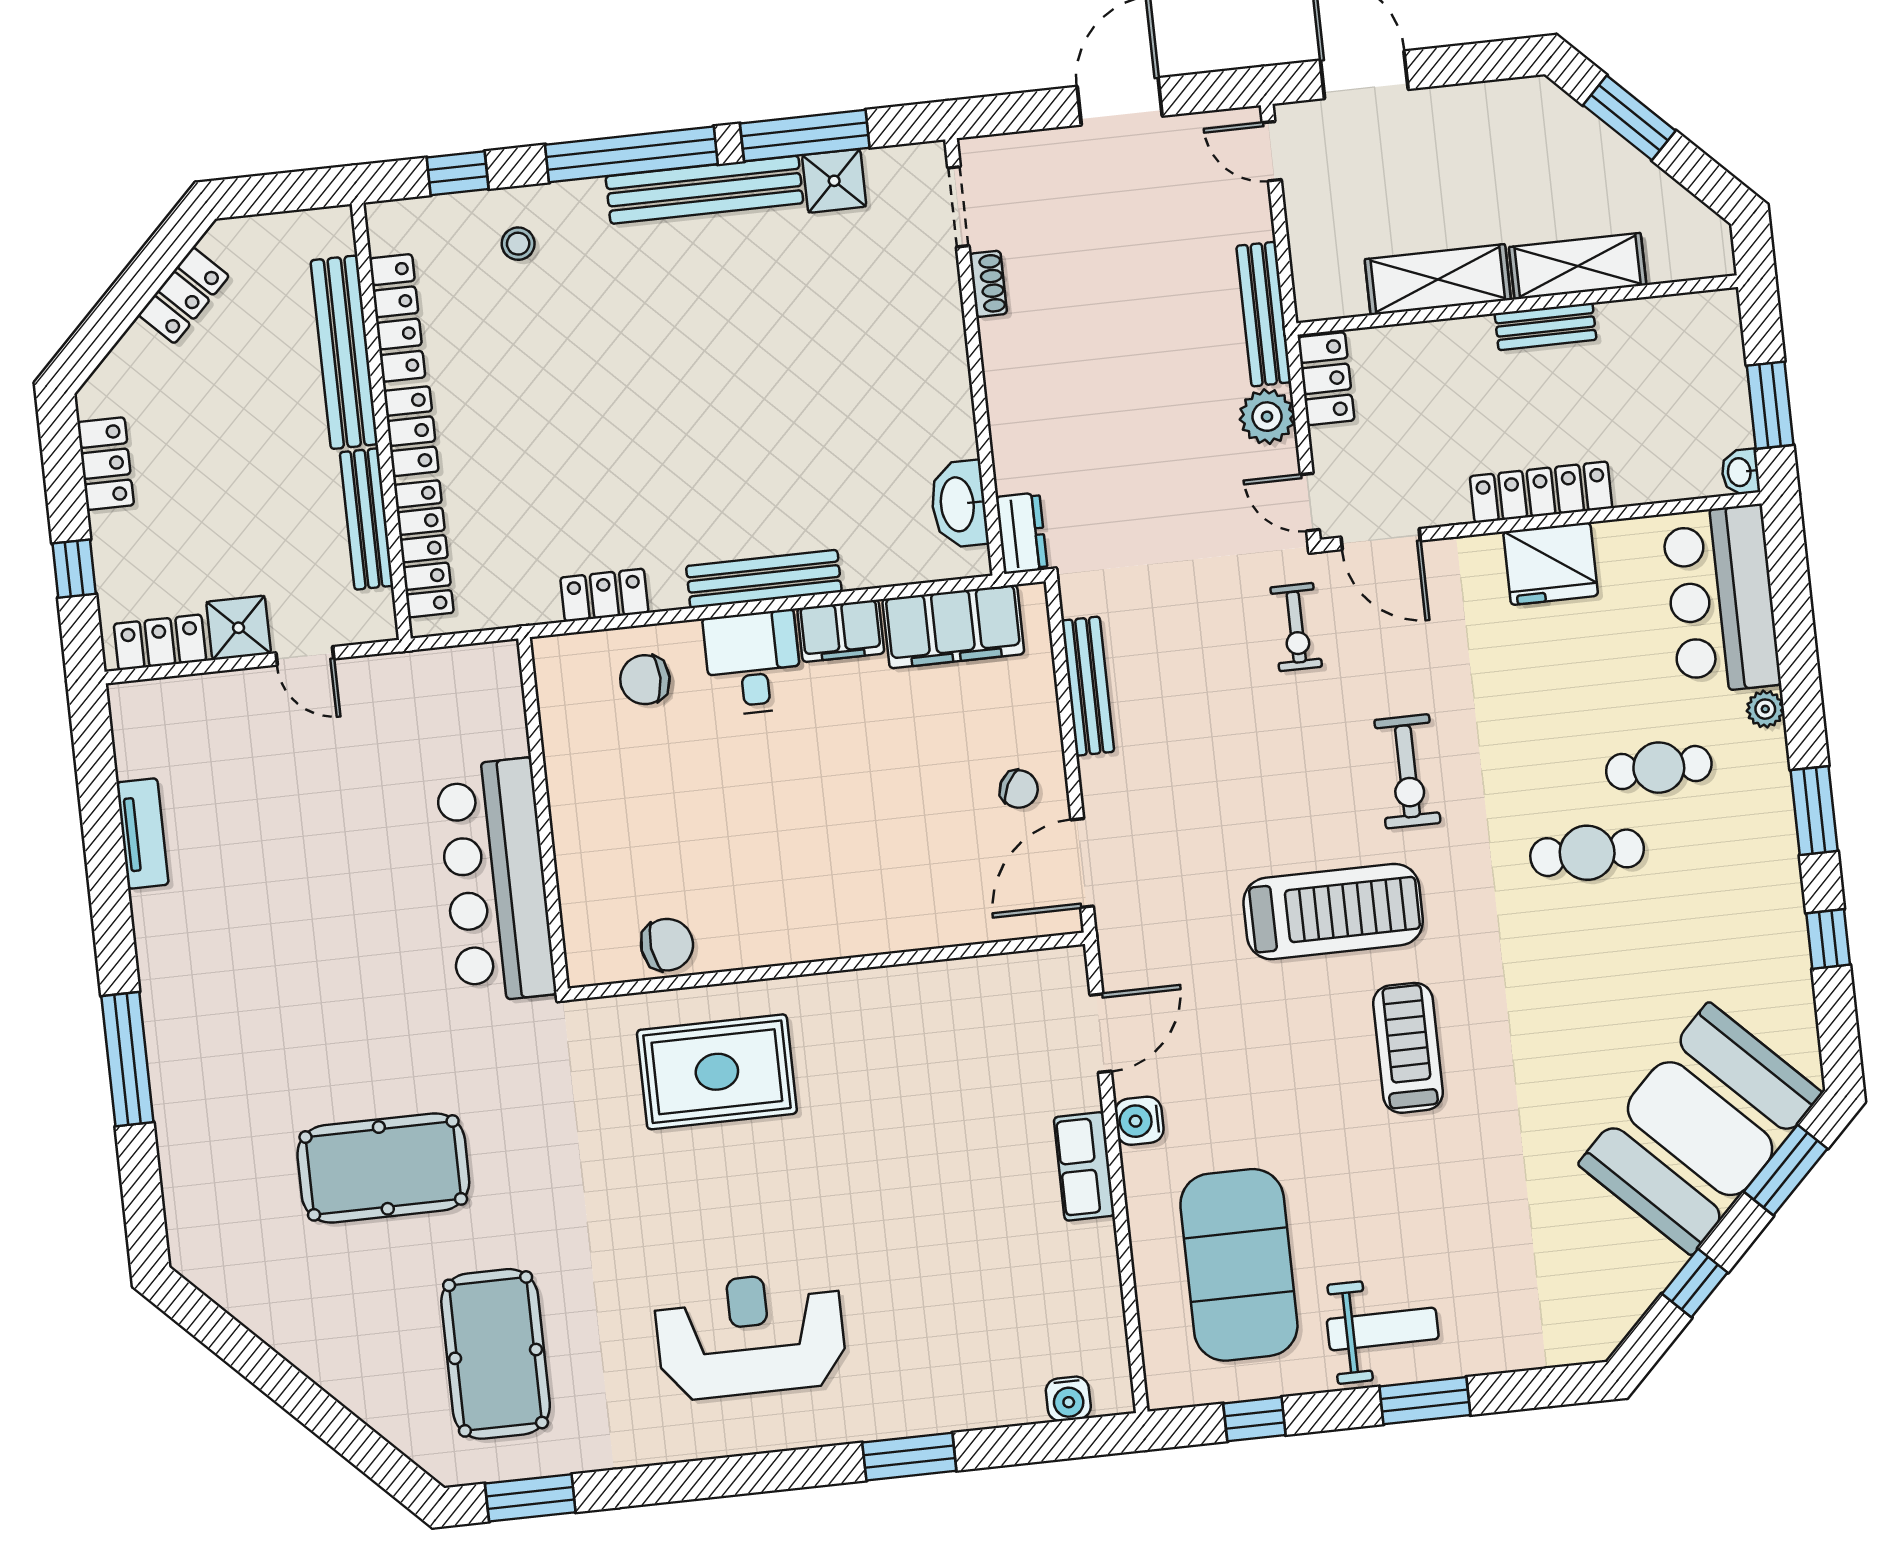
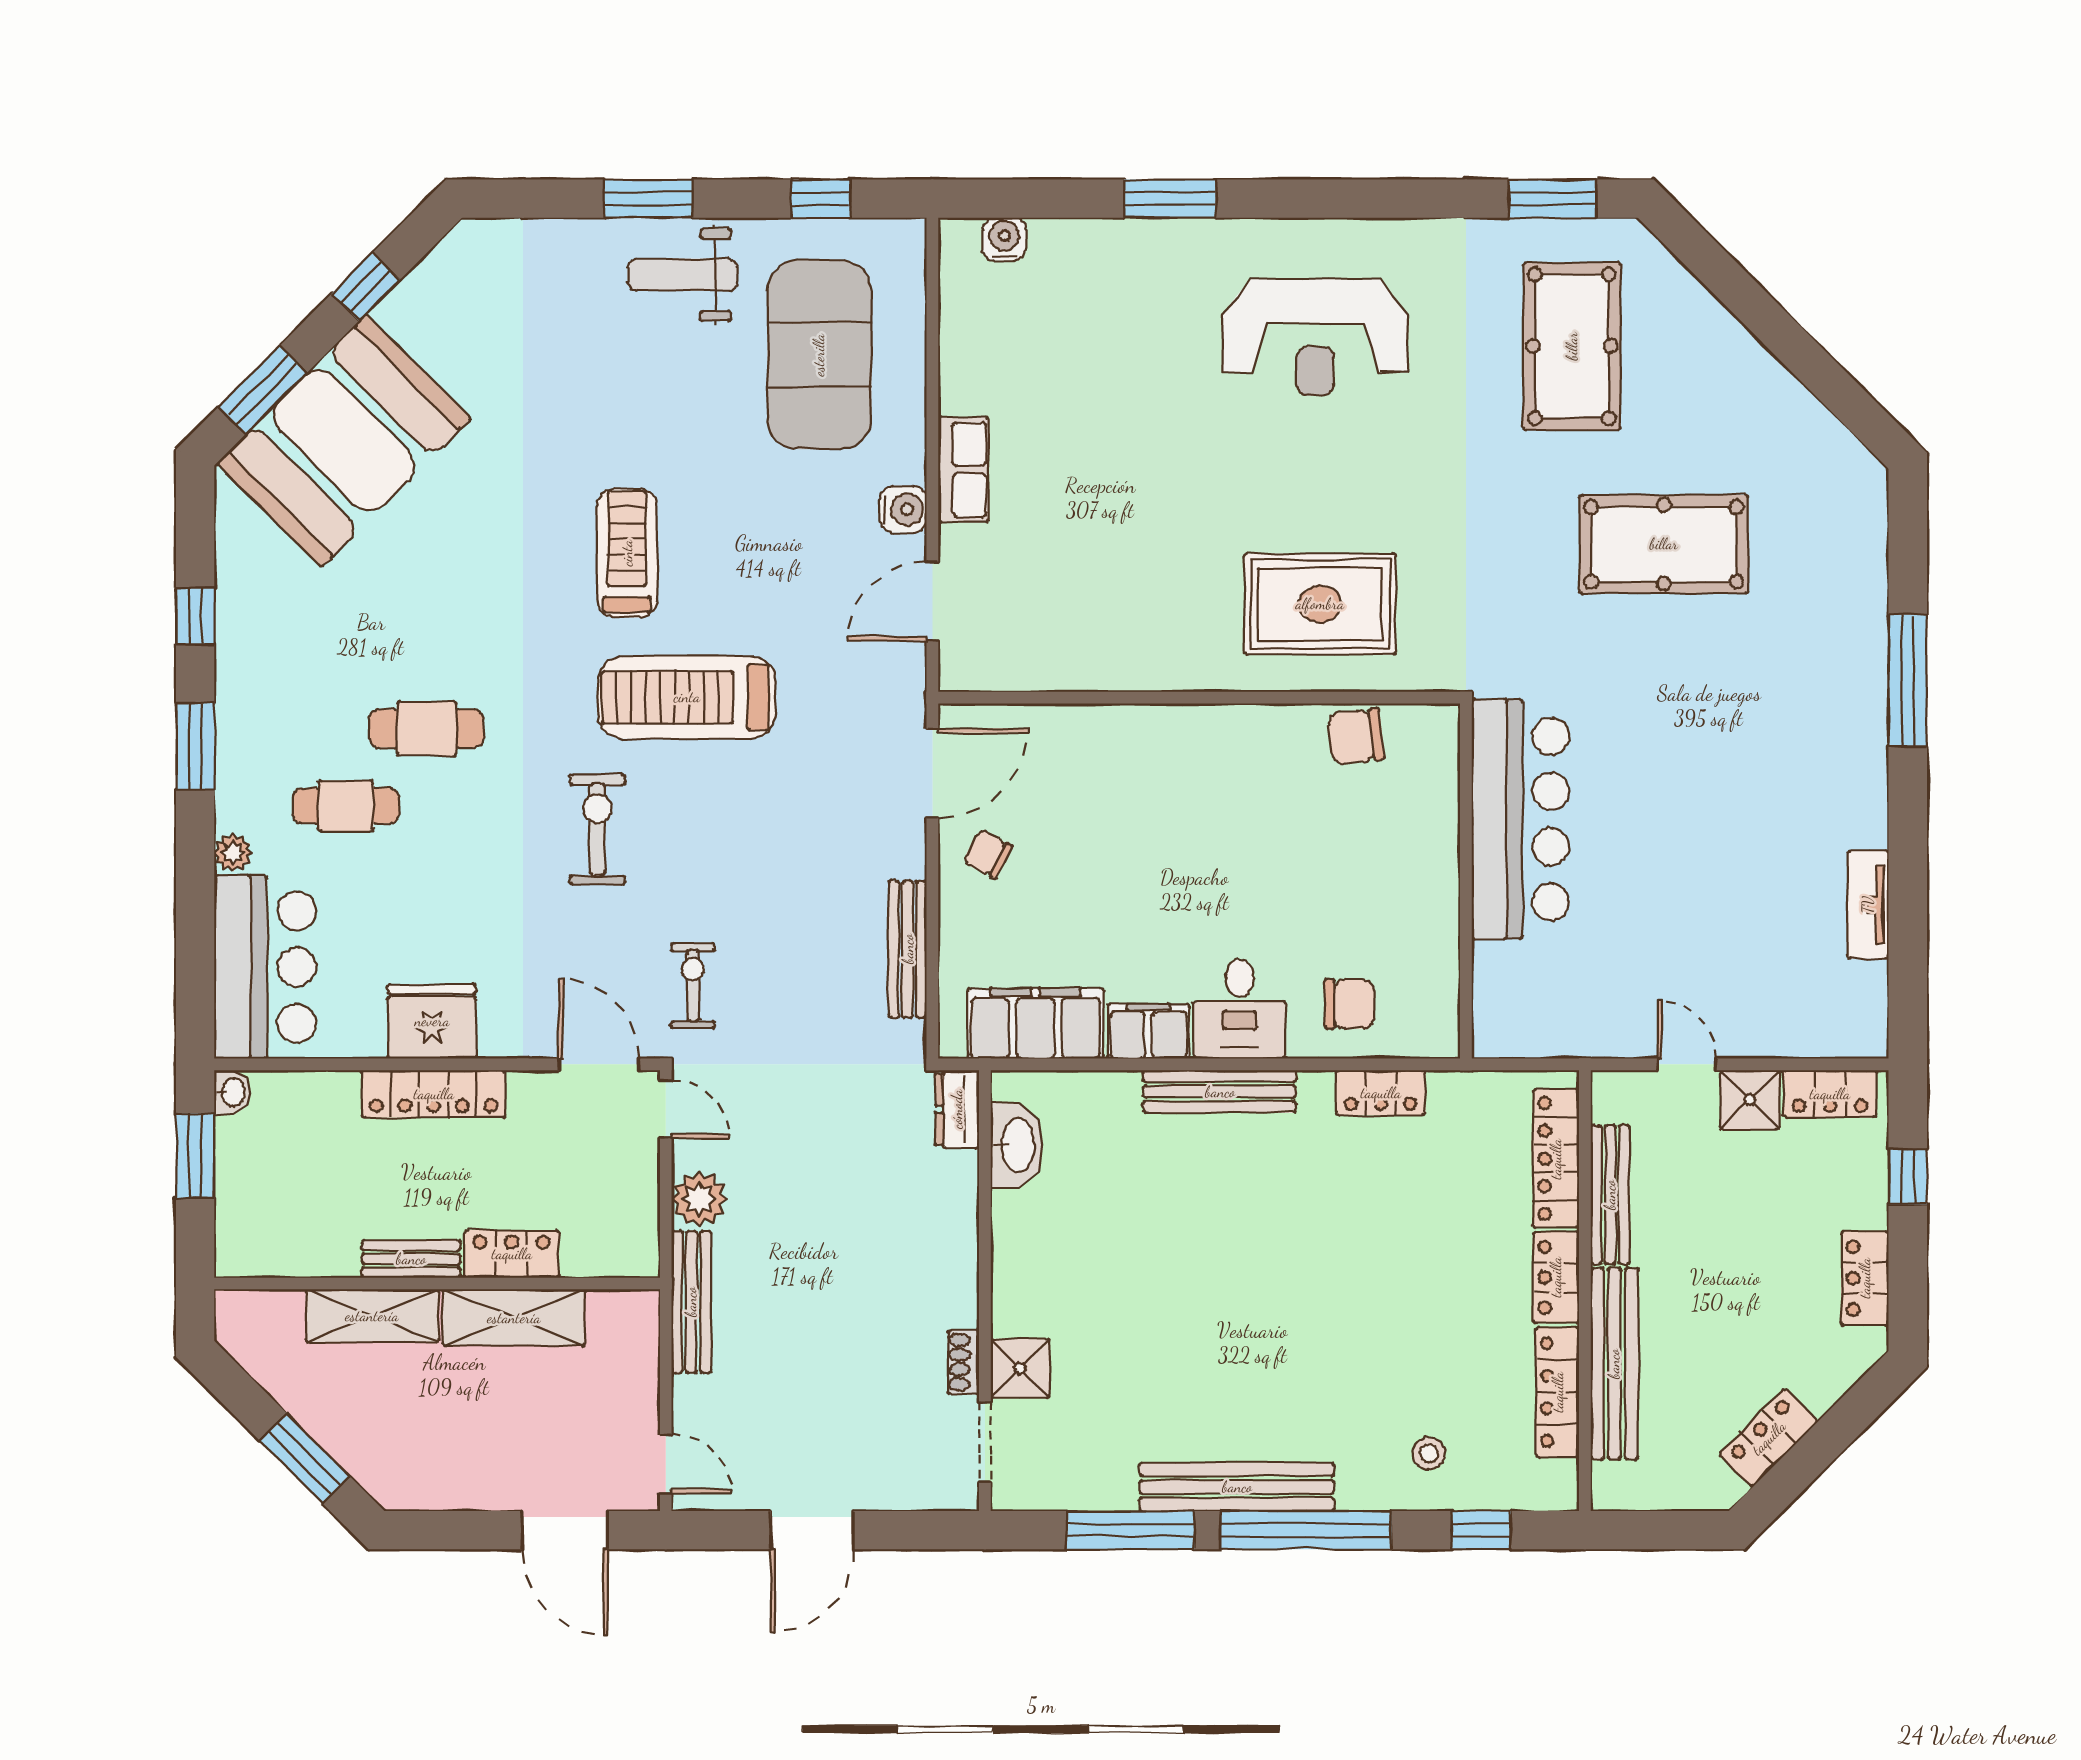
shower: (834, 181) -> (1020, 1368), moved
locker: (1326, 379) -> (512, 1254), moved, turned 90
treadmill: (1408, 1048) -> (627, 553), turned 180

